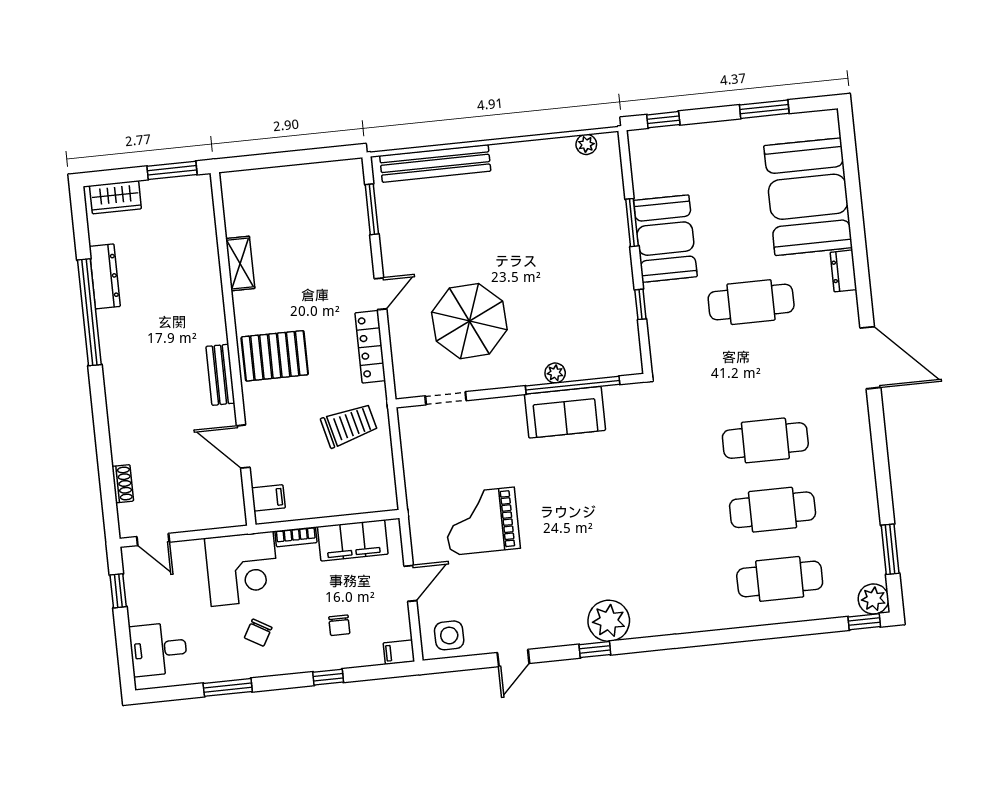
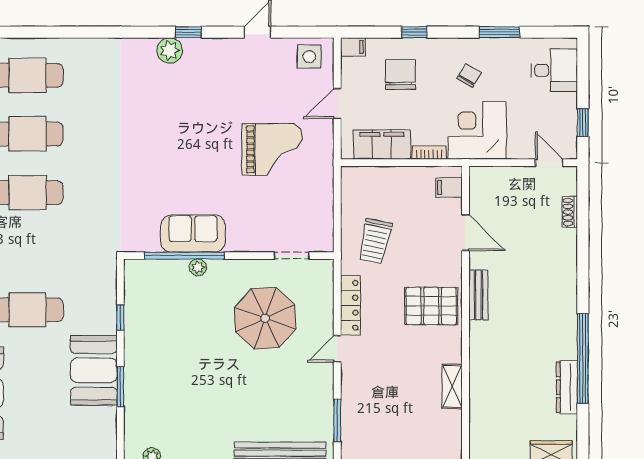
trolley: (349, 425) -> (375, 241), turned -64
plant: (609, 621) -> (170, 50), width x0.73, depth x0.73
chair: (339, 625) -> (400, 75), width x1.87, depth x1.87

